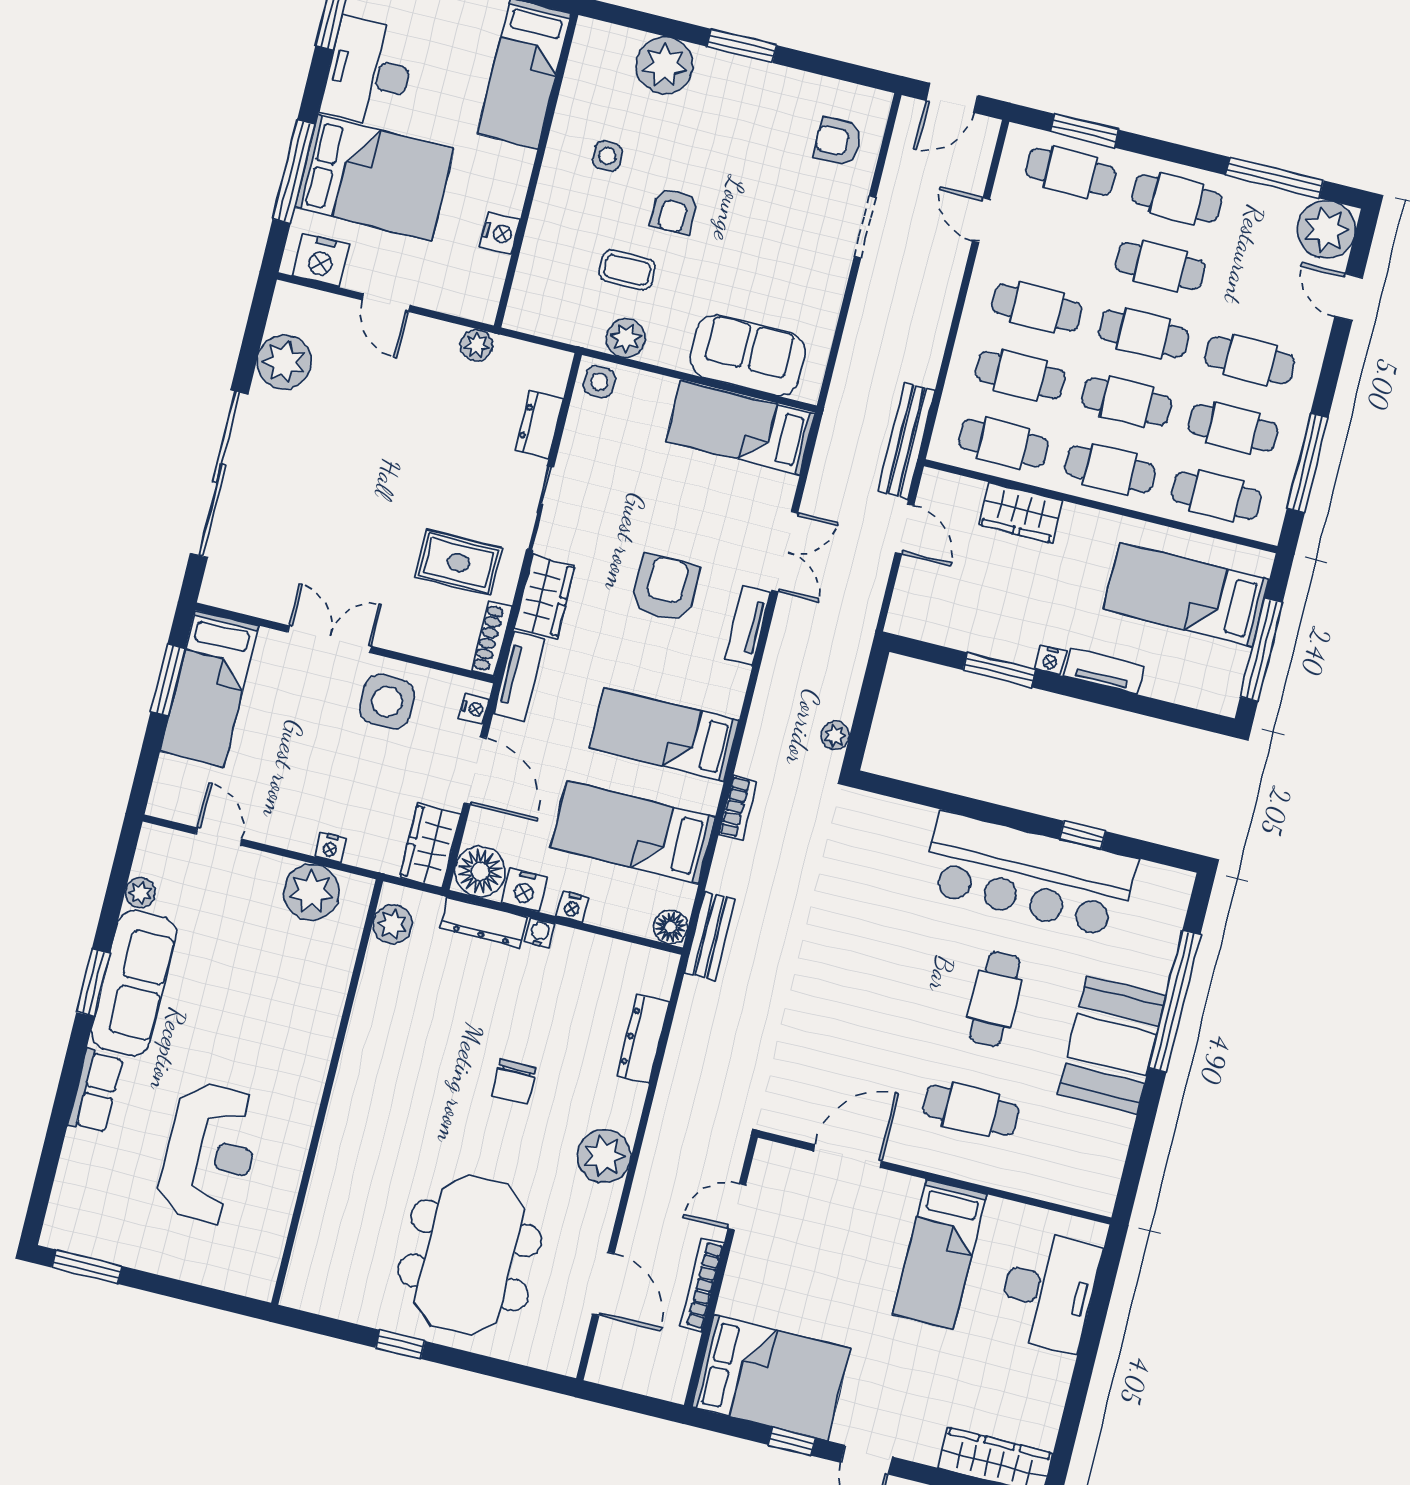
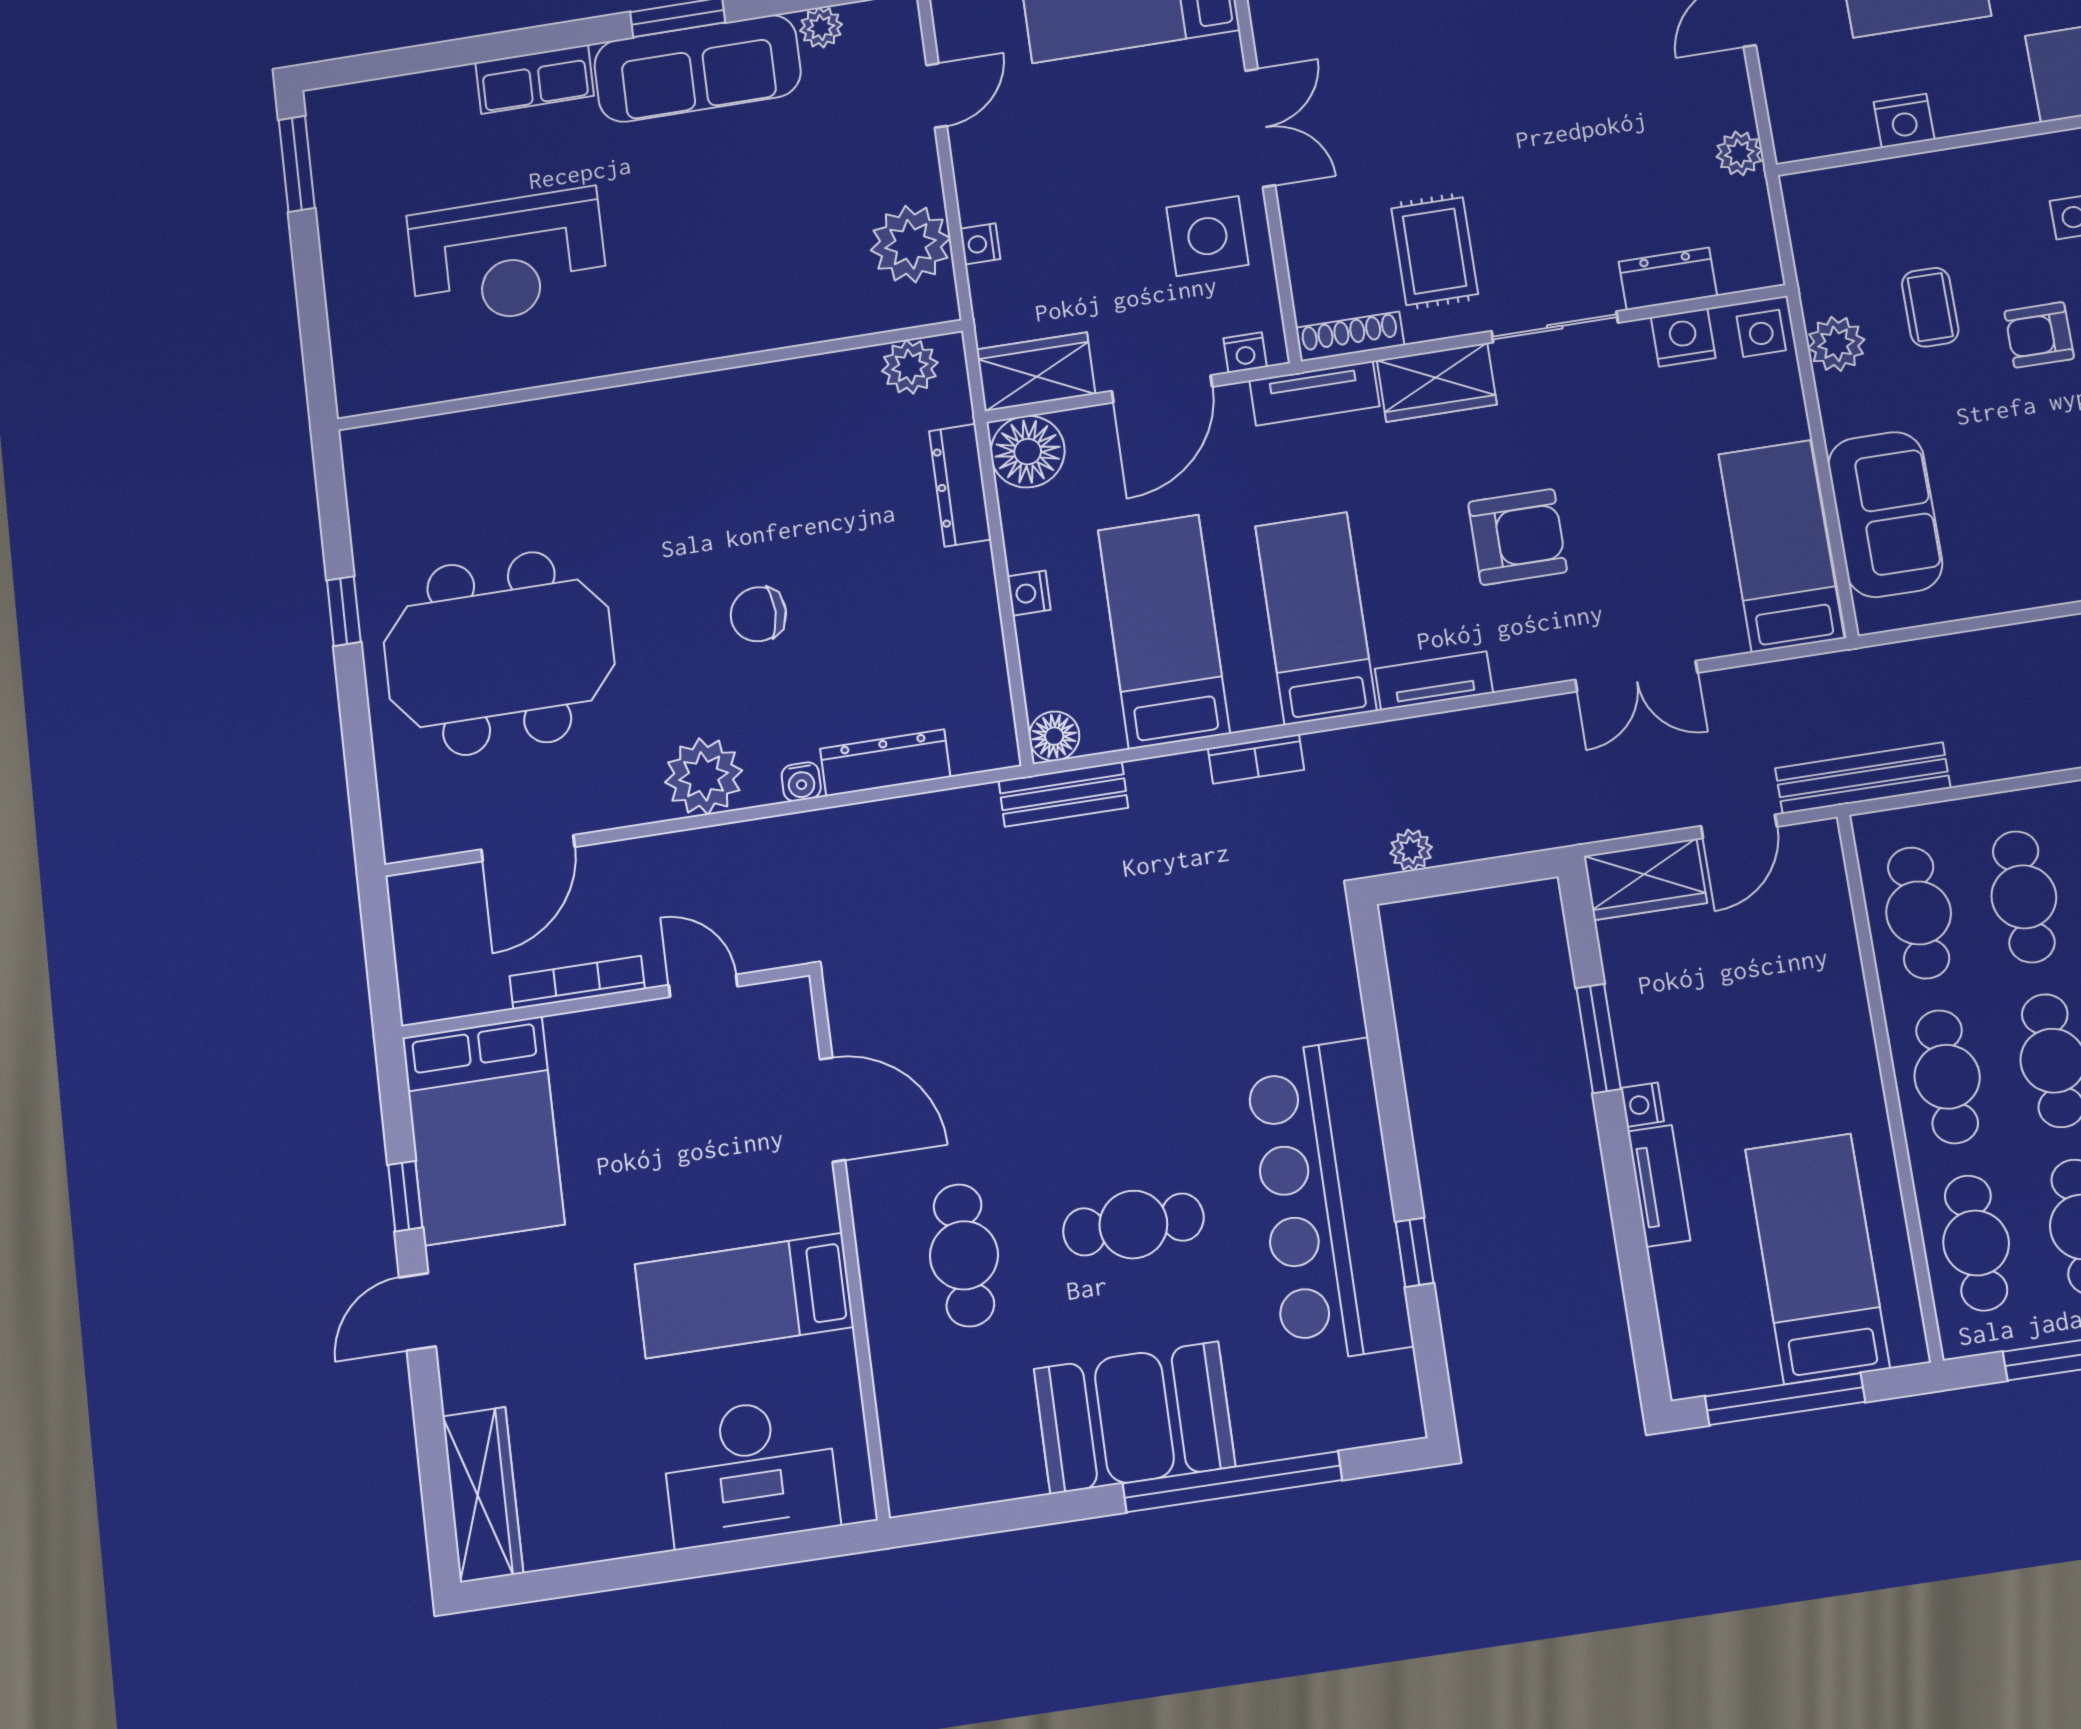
wardrobe: (1021, 513) -> (1645, 879), moved, turned -90
tv unit: (748, 626) -> (1434, 681), moved
nightstand: (524, 890) -> (1683, 337), moved, turned 90
water cooler: (540, 933) -> (801, 782), moved, turned 90

